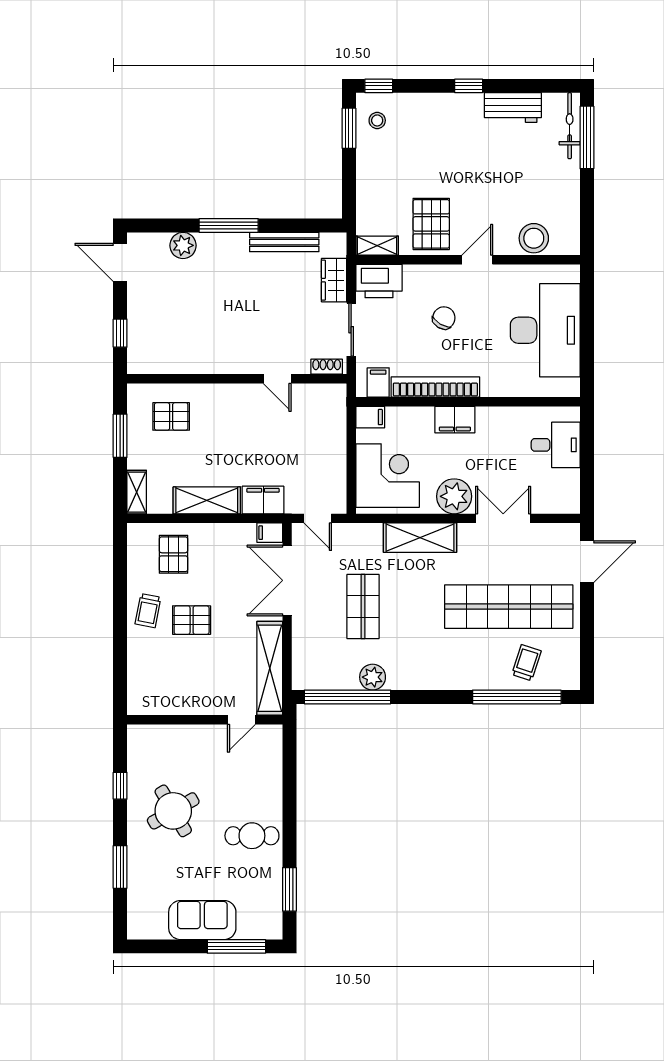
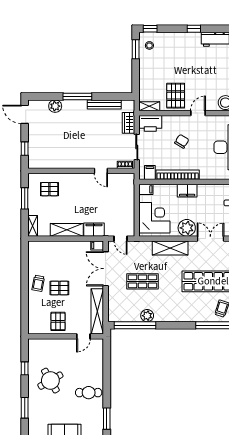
pallet: (173, 554) -> (58, 321), moved
shop shelf: (363, 607) -> (143, 281), turned 90

